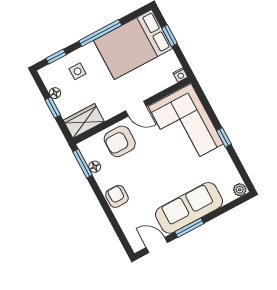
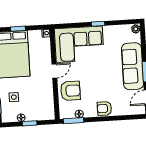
wardrobe: (84, 121) -> (47, 108), removed
armchair: (120, 141) -> (70, 91), turned -90

